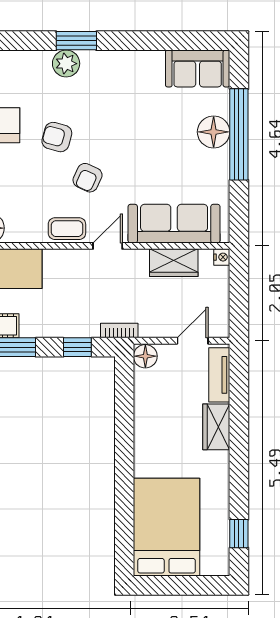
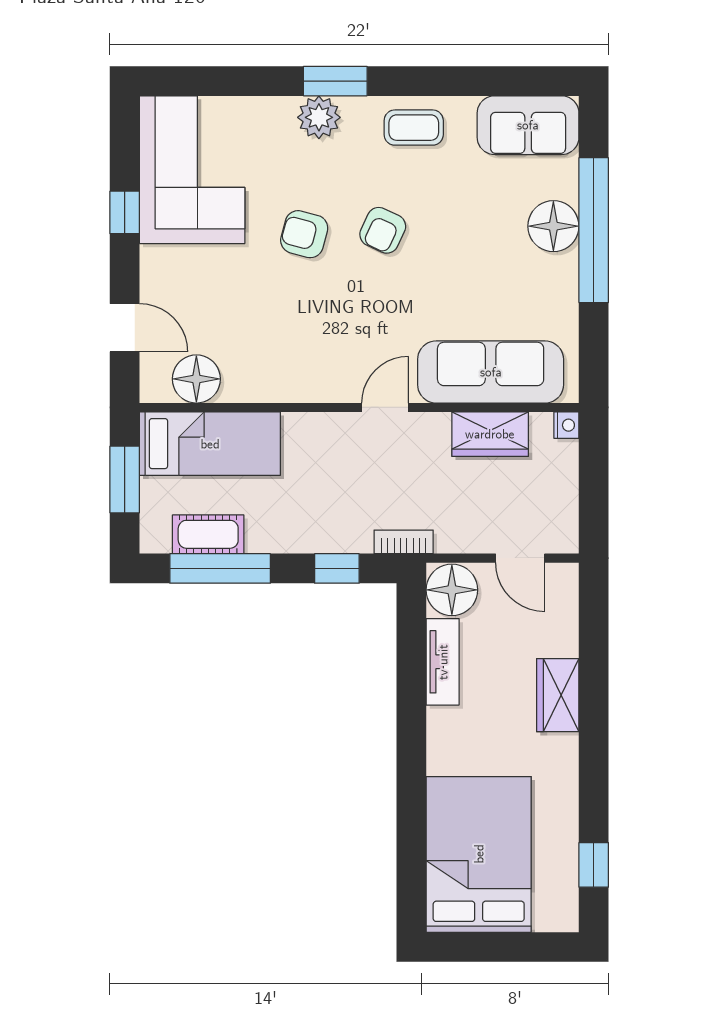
armchair: (88, 178) -> (383, 230), moved
coffee table: (67, 229) -> (414, 128), moved
door: (193, 341) -> (520, 558), swing flipped
floor lamp: (145, 356) -> (452, 590), width x1.38, depth x1.38
tv unit: (219, 375) -> (443, 662), moved, turned 180

